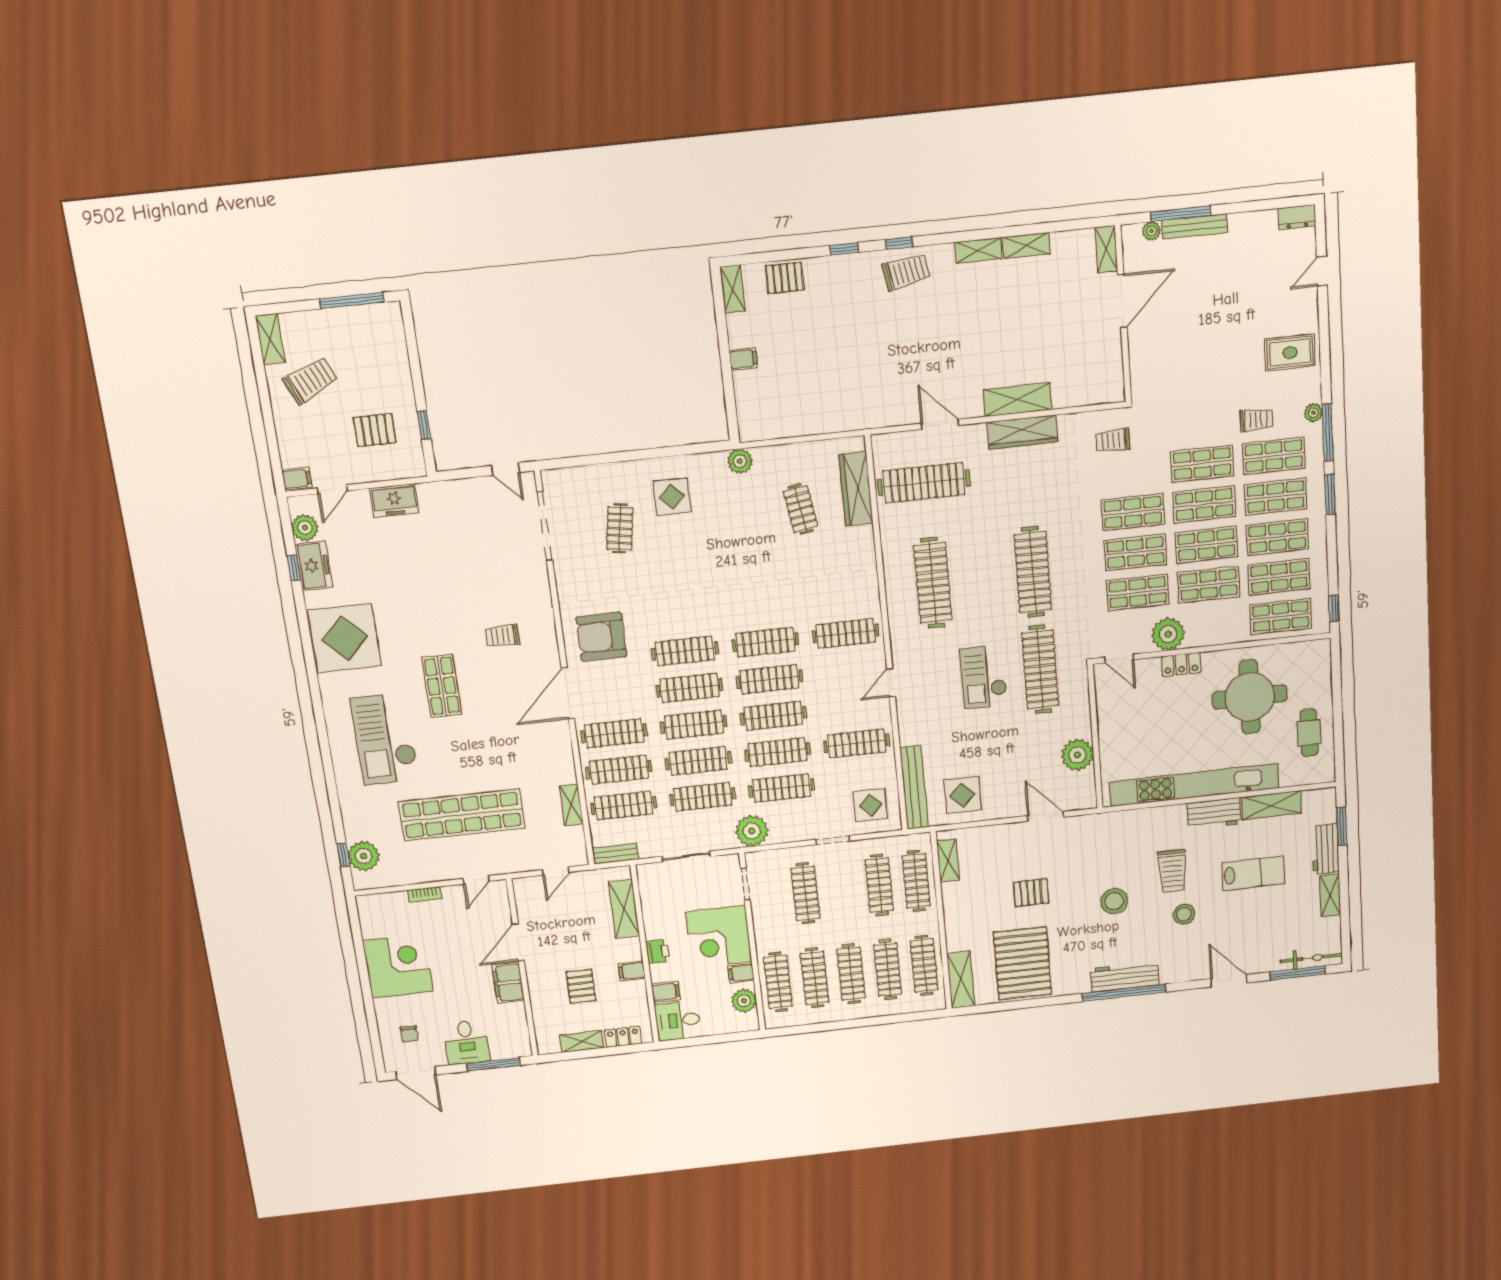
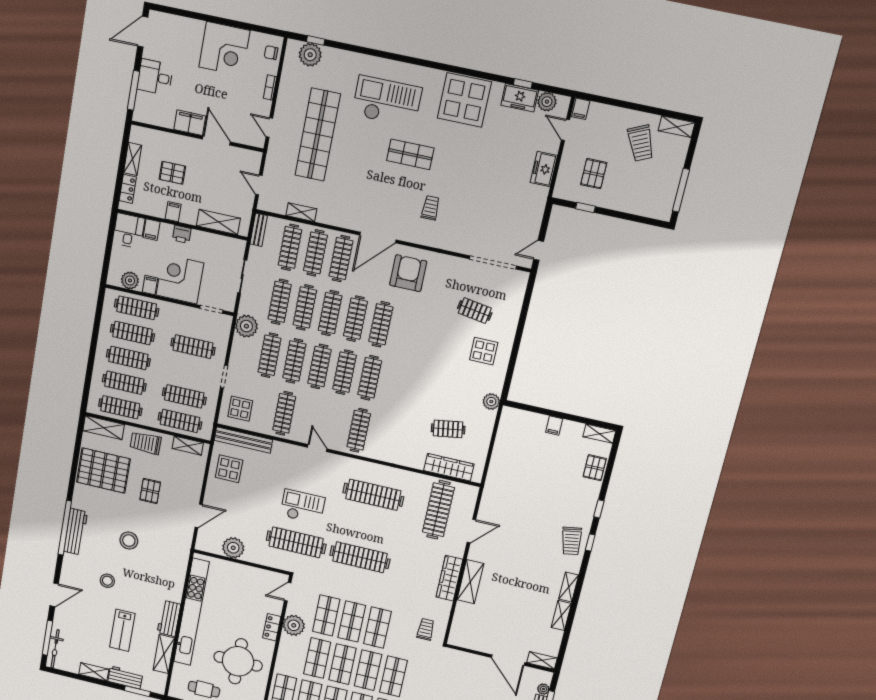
door: (568, 693) -> (378, 237), swing flipped
trolley: (1172, 871) -> (146, 443), moved
chair: (409, 1034) -> (271, 53), moved

